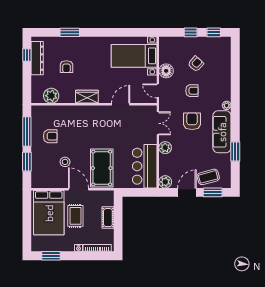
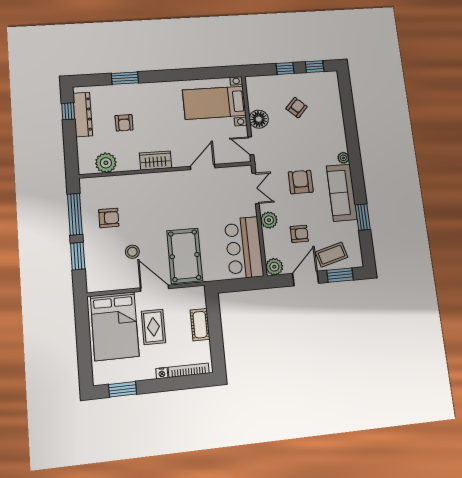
armchair: (192, 91) -> (299, 234), moved

